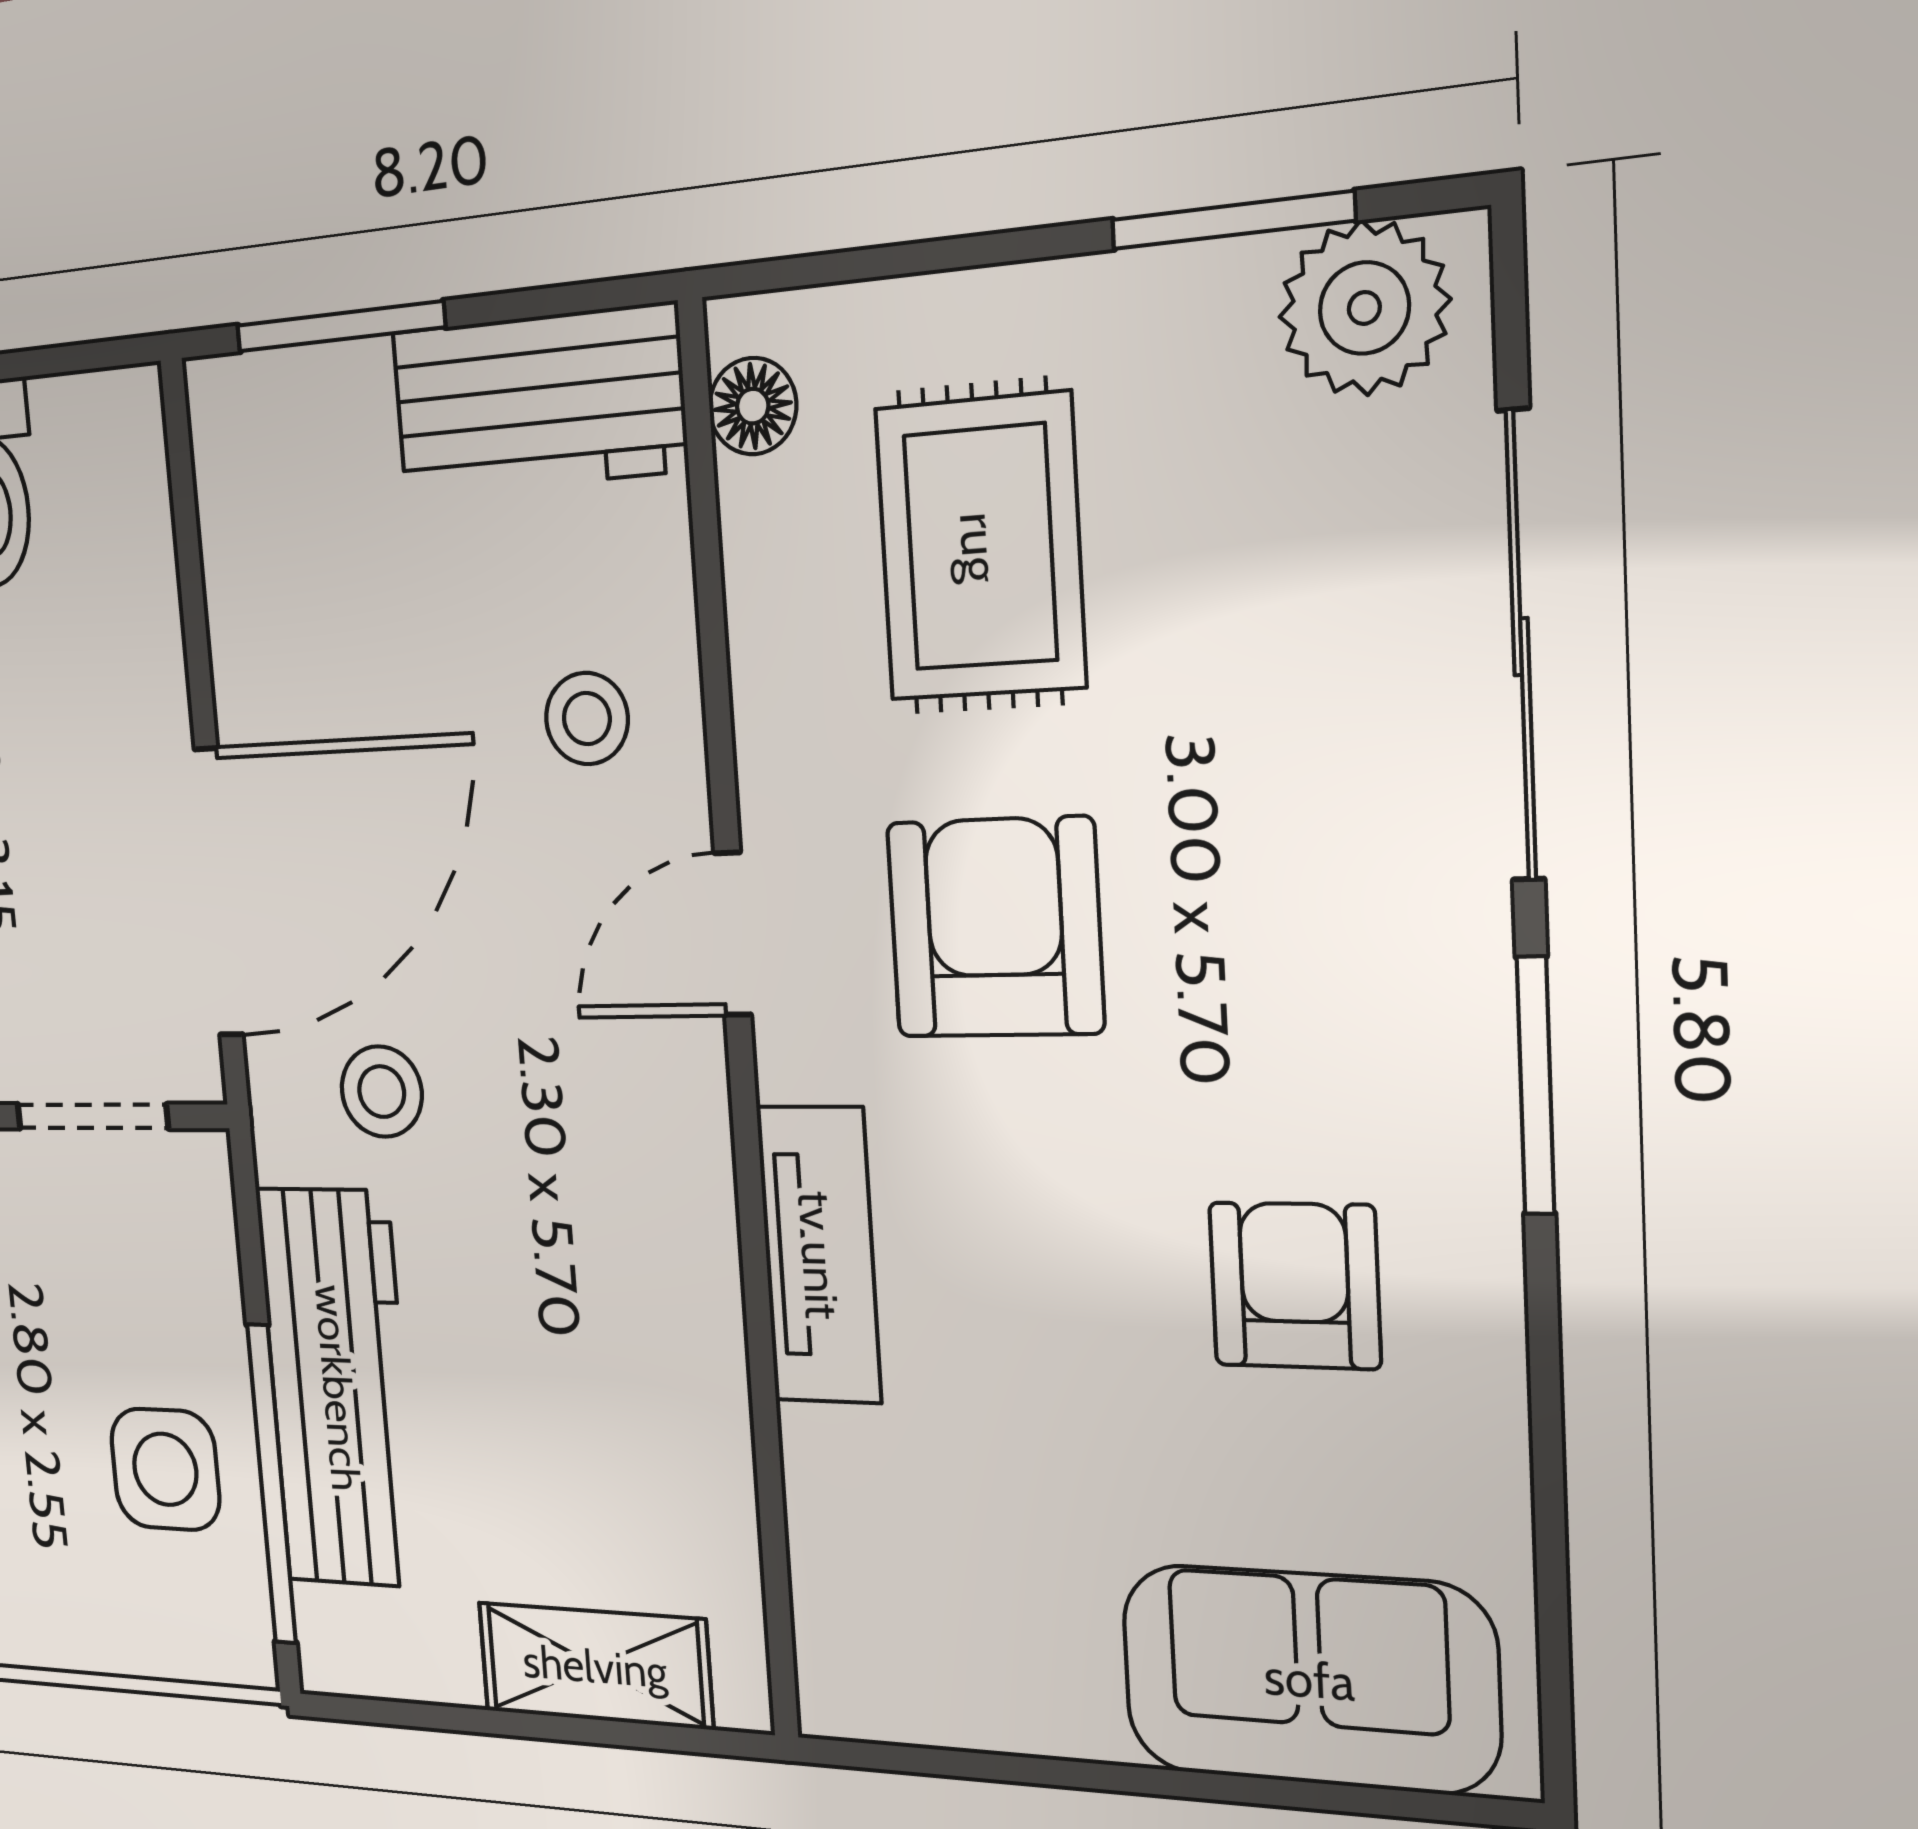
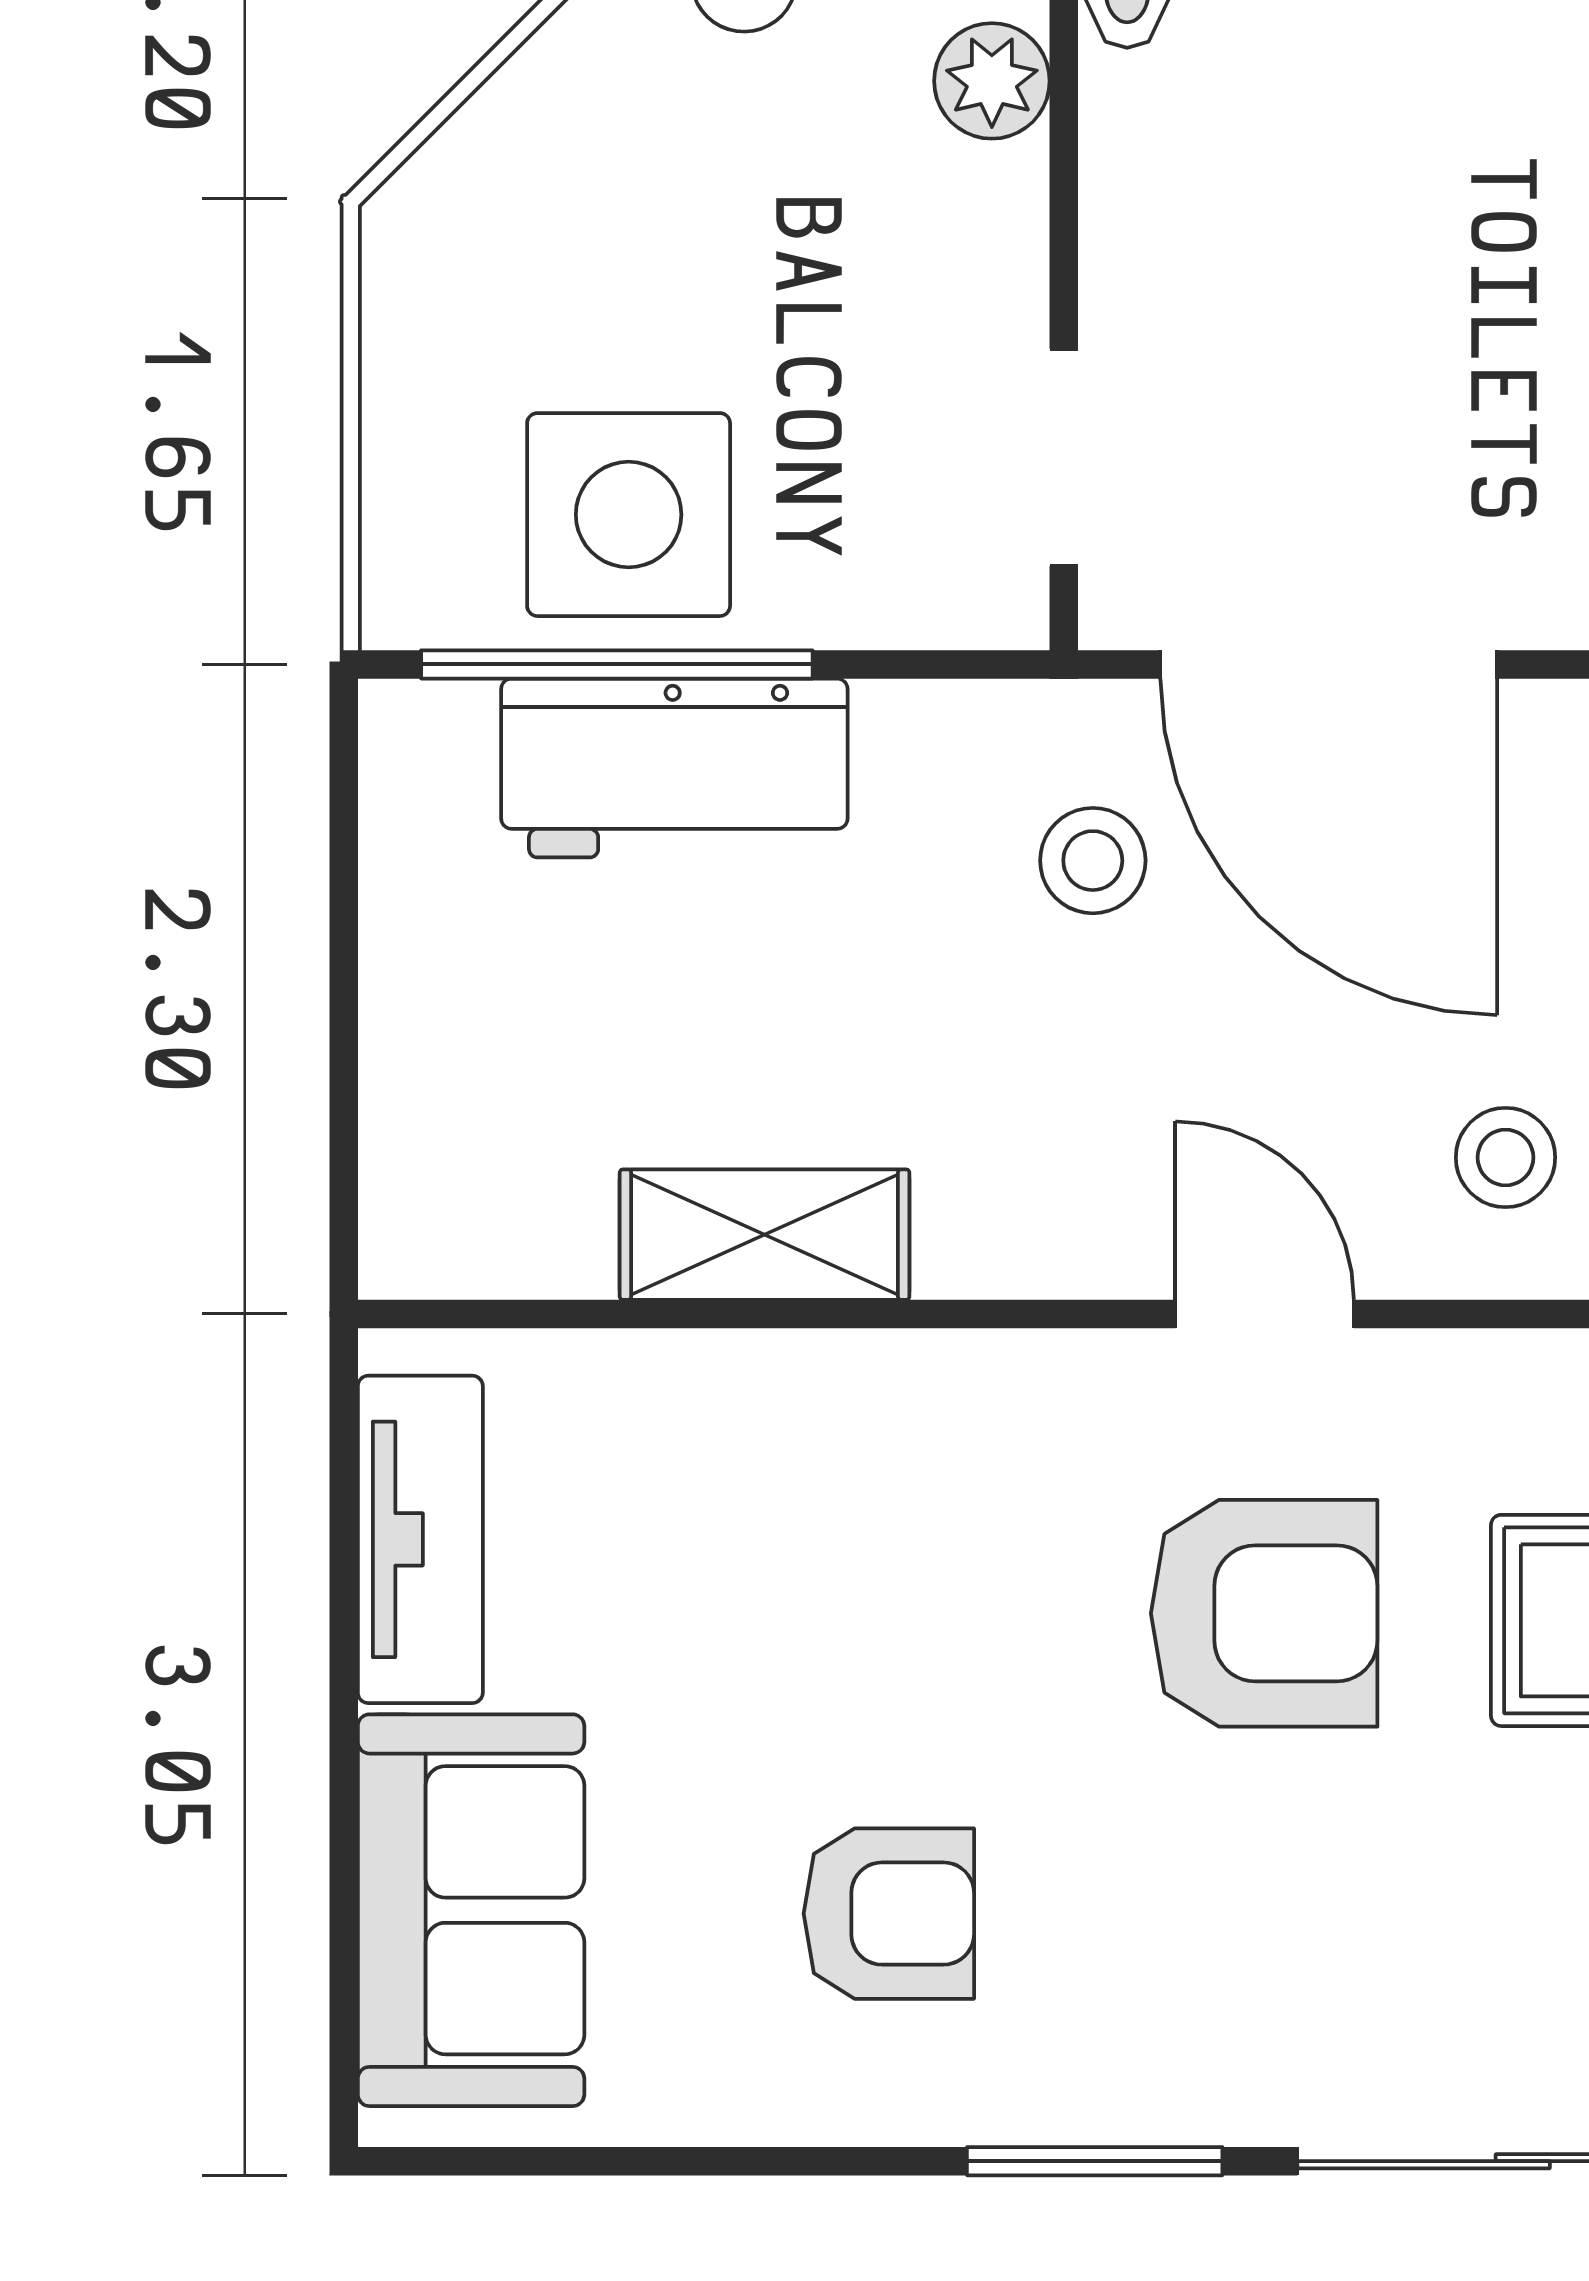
tv unit: (819, 1255) -> (420, 1539), moved, turned -90
workbench: (338, 1388) -> (674, 768), width x0.73
side table: (165, 1469) -> (629, 515), width x1.37, depth x1.37
shelving: (595, 1666) -> (765, 1235), moved, turned 90

